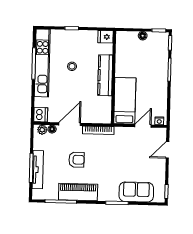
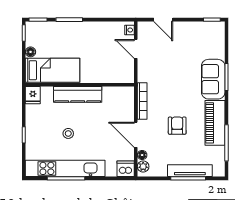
bed: (125, 101) -> (53, 70), moved, turned 180
sofa: (136, 192) -> (213, 79), moved

